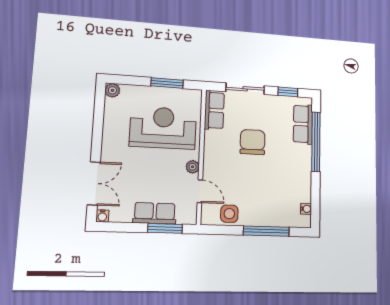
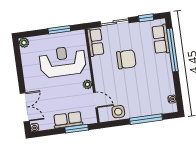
chair: (253, 142) -> (126, 59), turned 90

